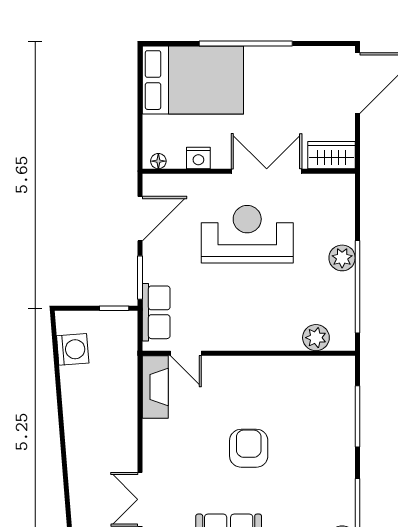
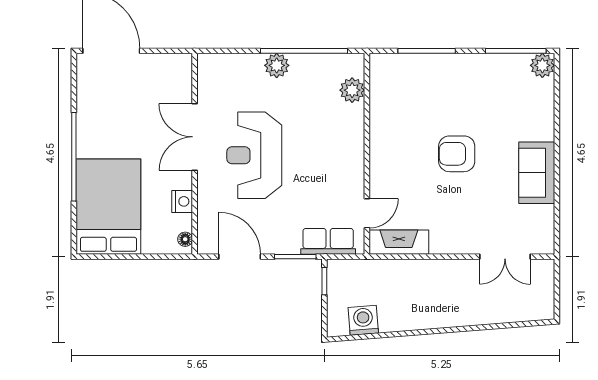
wardrobe: (331, 155) -> (179, 76), removed

